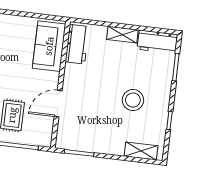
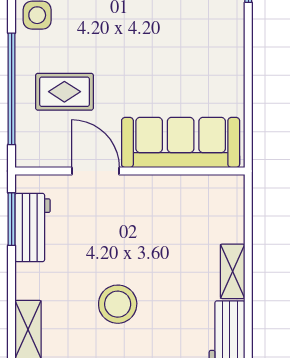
workbench: (77, 44) -> (33, 227), moved, turned -90
sofa: (49, 46) -> (181, 143), width x1.36

